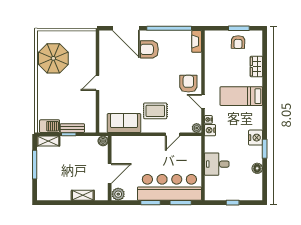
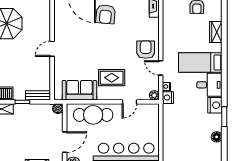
armchair: (149, 49) -> (106, 14), turned -85
bench: (72, 128) -> (38, 95), moved
cafe table: (137, 147) -> (93, 115), added
desk: (217, 164) -> (209, 85), moved, turned 180

